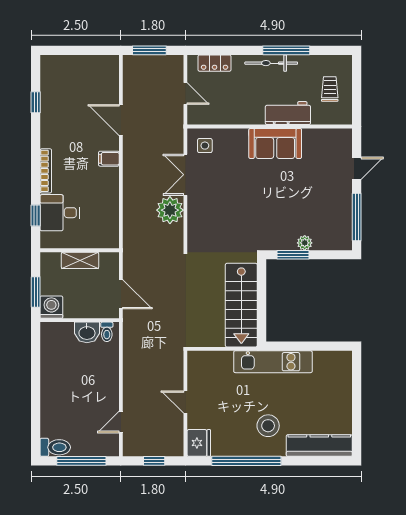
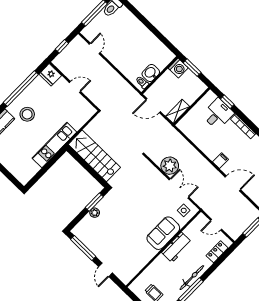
workbench: (288, 113) -> (177, 247), moved
sofa: (275, 143) -> (163, 233), moved
shelving: (80, 260) -> (178, 111), moved

